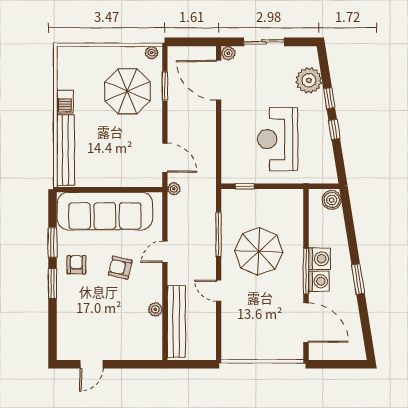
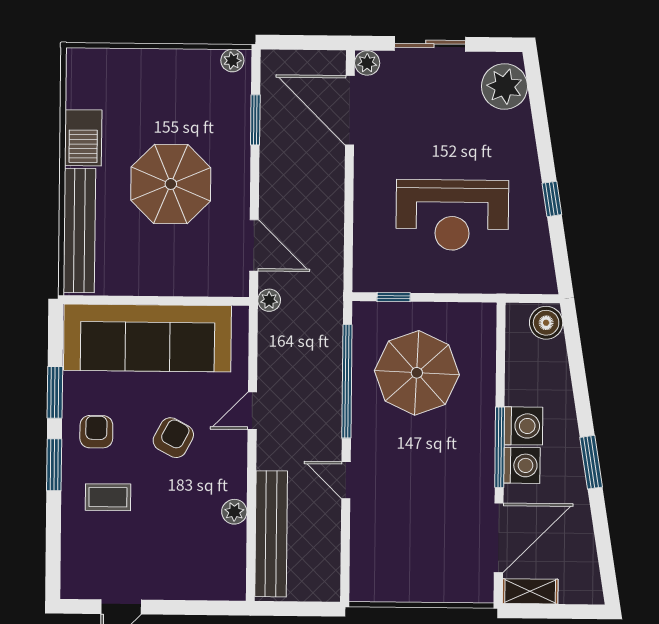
plant: (309, 80) -> (504, 86), moved
parasol: (127, 91) -> (171, 184), moved
window: (329, 98) -> (544, 144), removed
barbecue: (65, 102) -> (83, 138), width x1.38, depth x1.27
reception desk: (278, 139) -> (452, 215), turned -90
window: (219, 234) -> (347, 381), width x1.46
parasol: (259, 251) -> (417, 373), moved
armchair: (120, 268) -> (173, 438), turned 105
coffee table: (83, 302) -> (108, 497), added
door: (306, 323) -> (499, 538), hinge flipped
shelving: (324, 353) -> (530, 591), added

